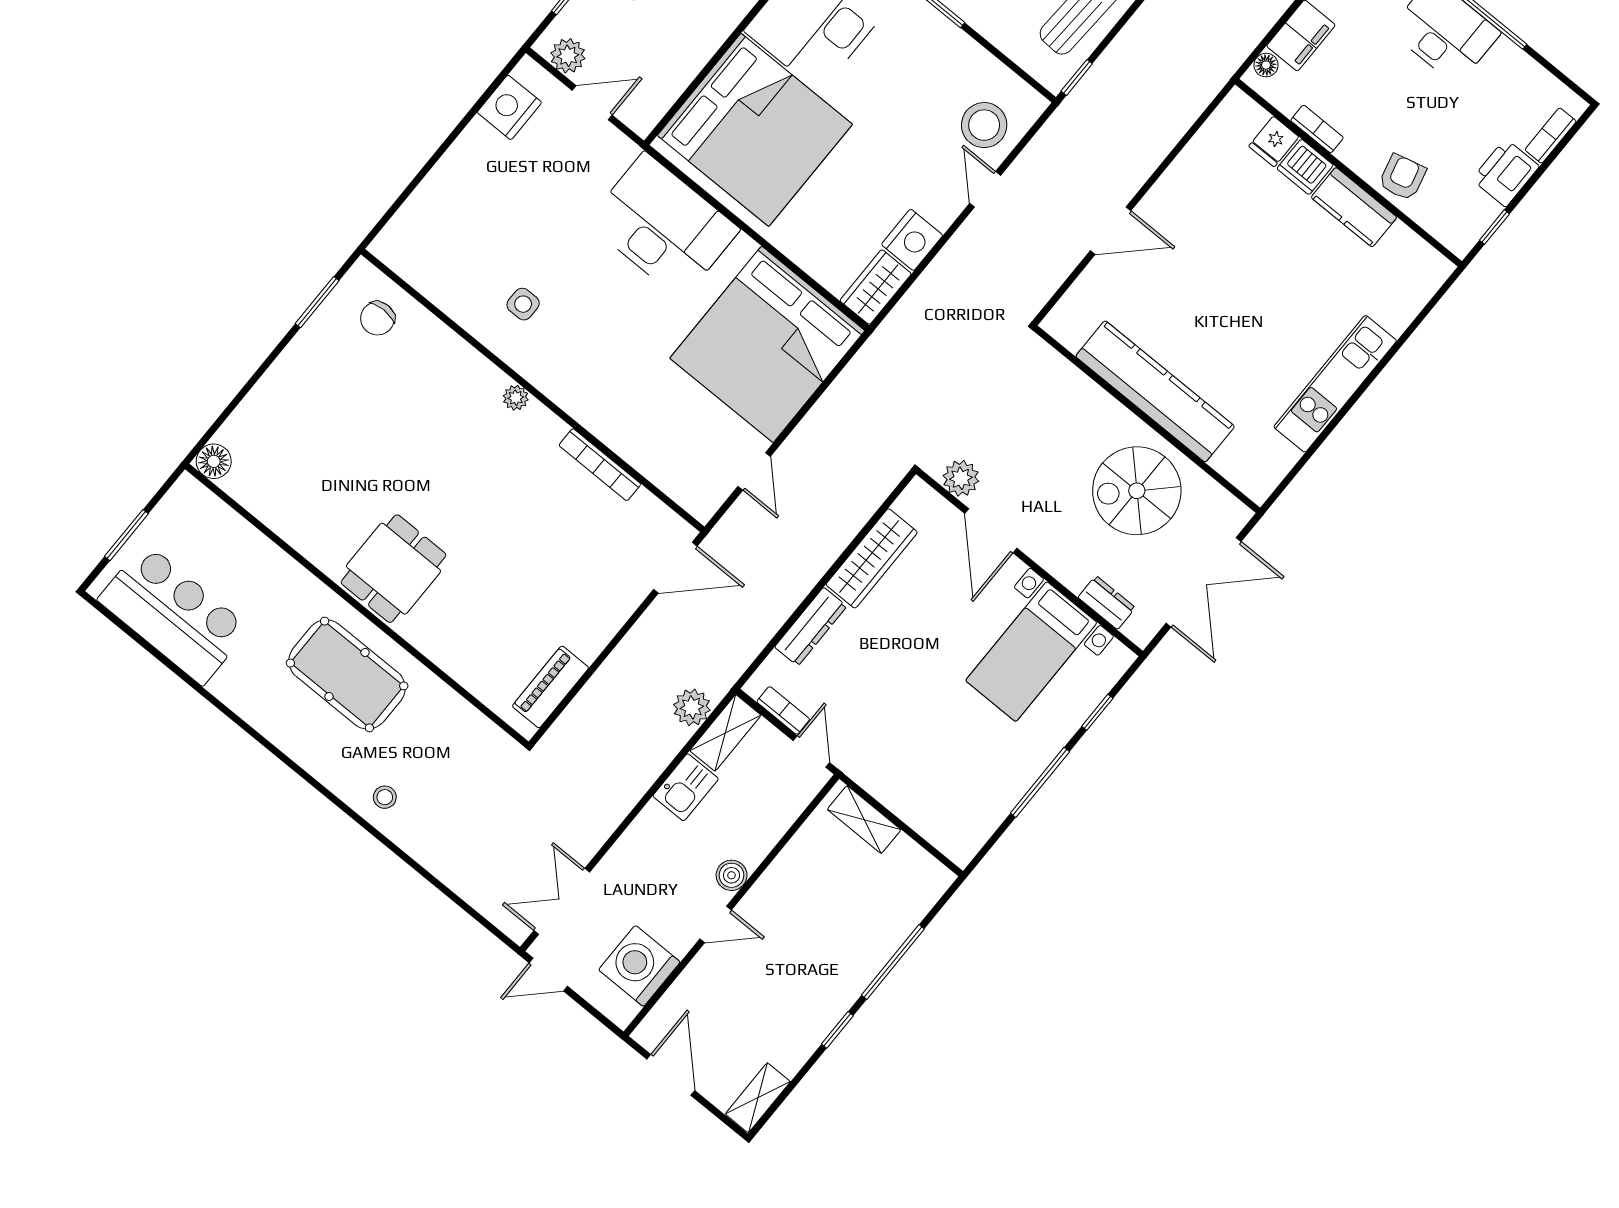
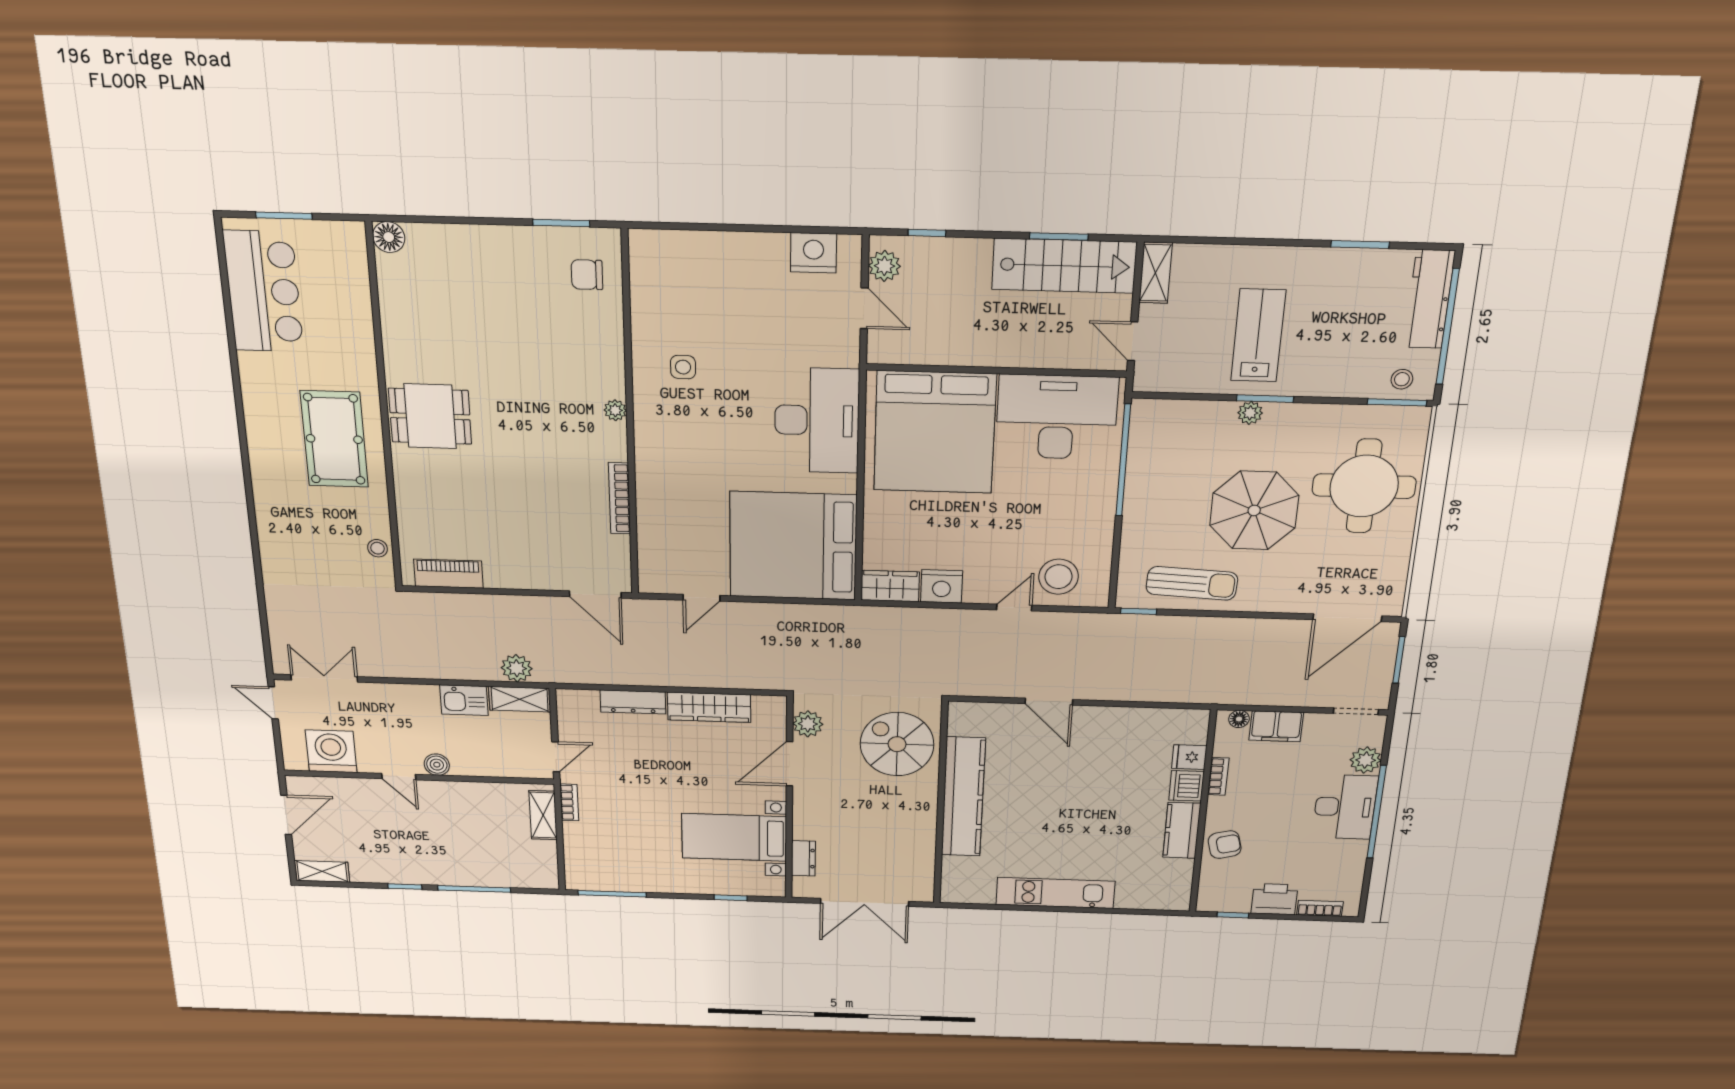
spiral stairs: (1137, 491) -> (897, 744), moved
bookcase: (783, 710) -> (569, 802), moved
window: (1040, 782) -> (612, 894), moved
stool: (385, 797) -> (377, 548), moved

